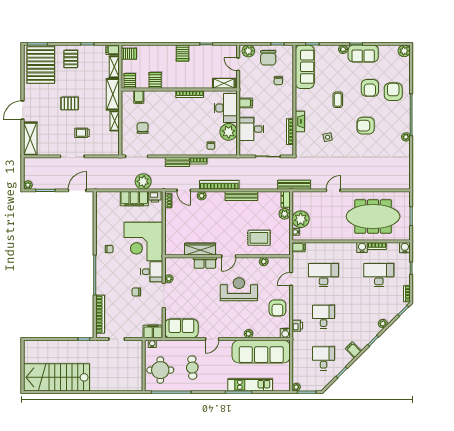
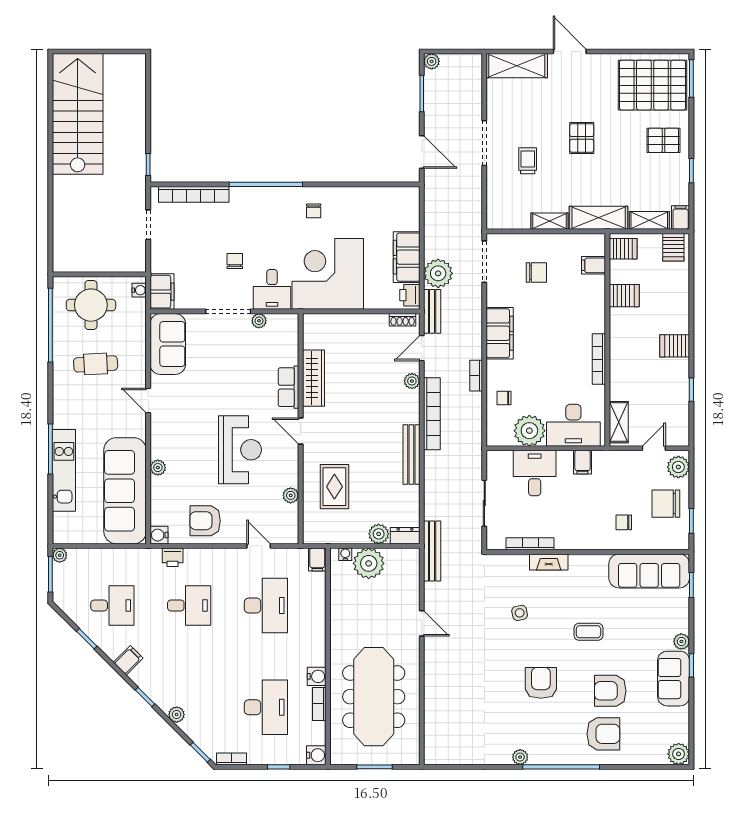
filing cabinet: (176, 148) -> (500, 333), added
bench: (177, 162) -> (432, 311), moved

